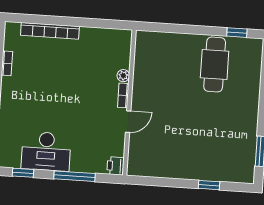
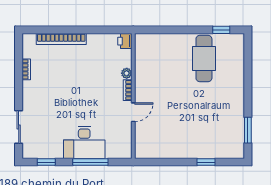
desk: (46, 151) -> (84, 142), moved
printer: (115, 166) -> (125, 41), moved

